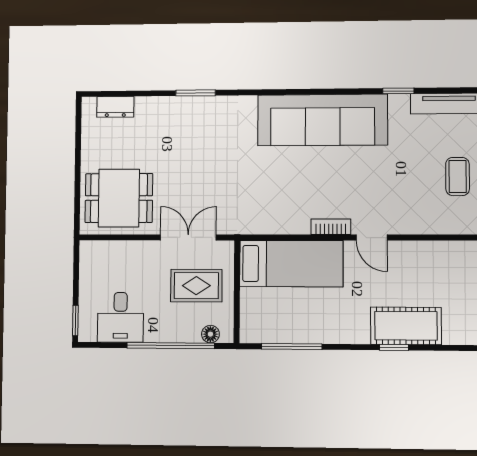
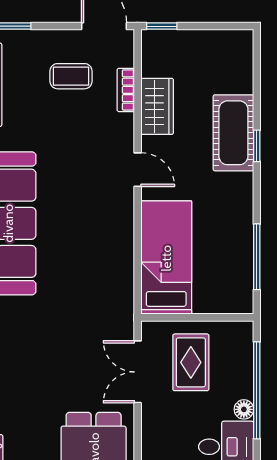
bookcase: (331, 227) -> (126, 90), moved
door: (372, 238) -> (138, 170), hinge flipped
wardrobe: (430, 255) -> (157, 106), added
floor lamp: (210, 334) -> (244, 409), moved

